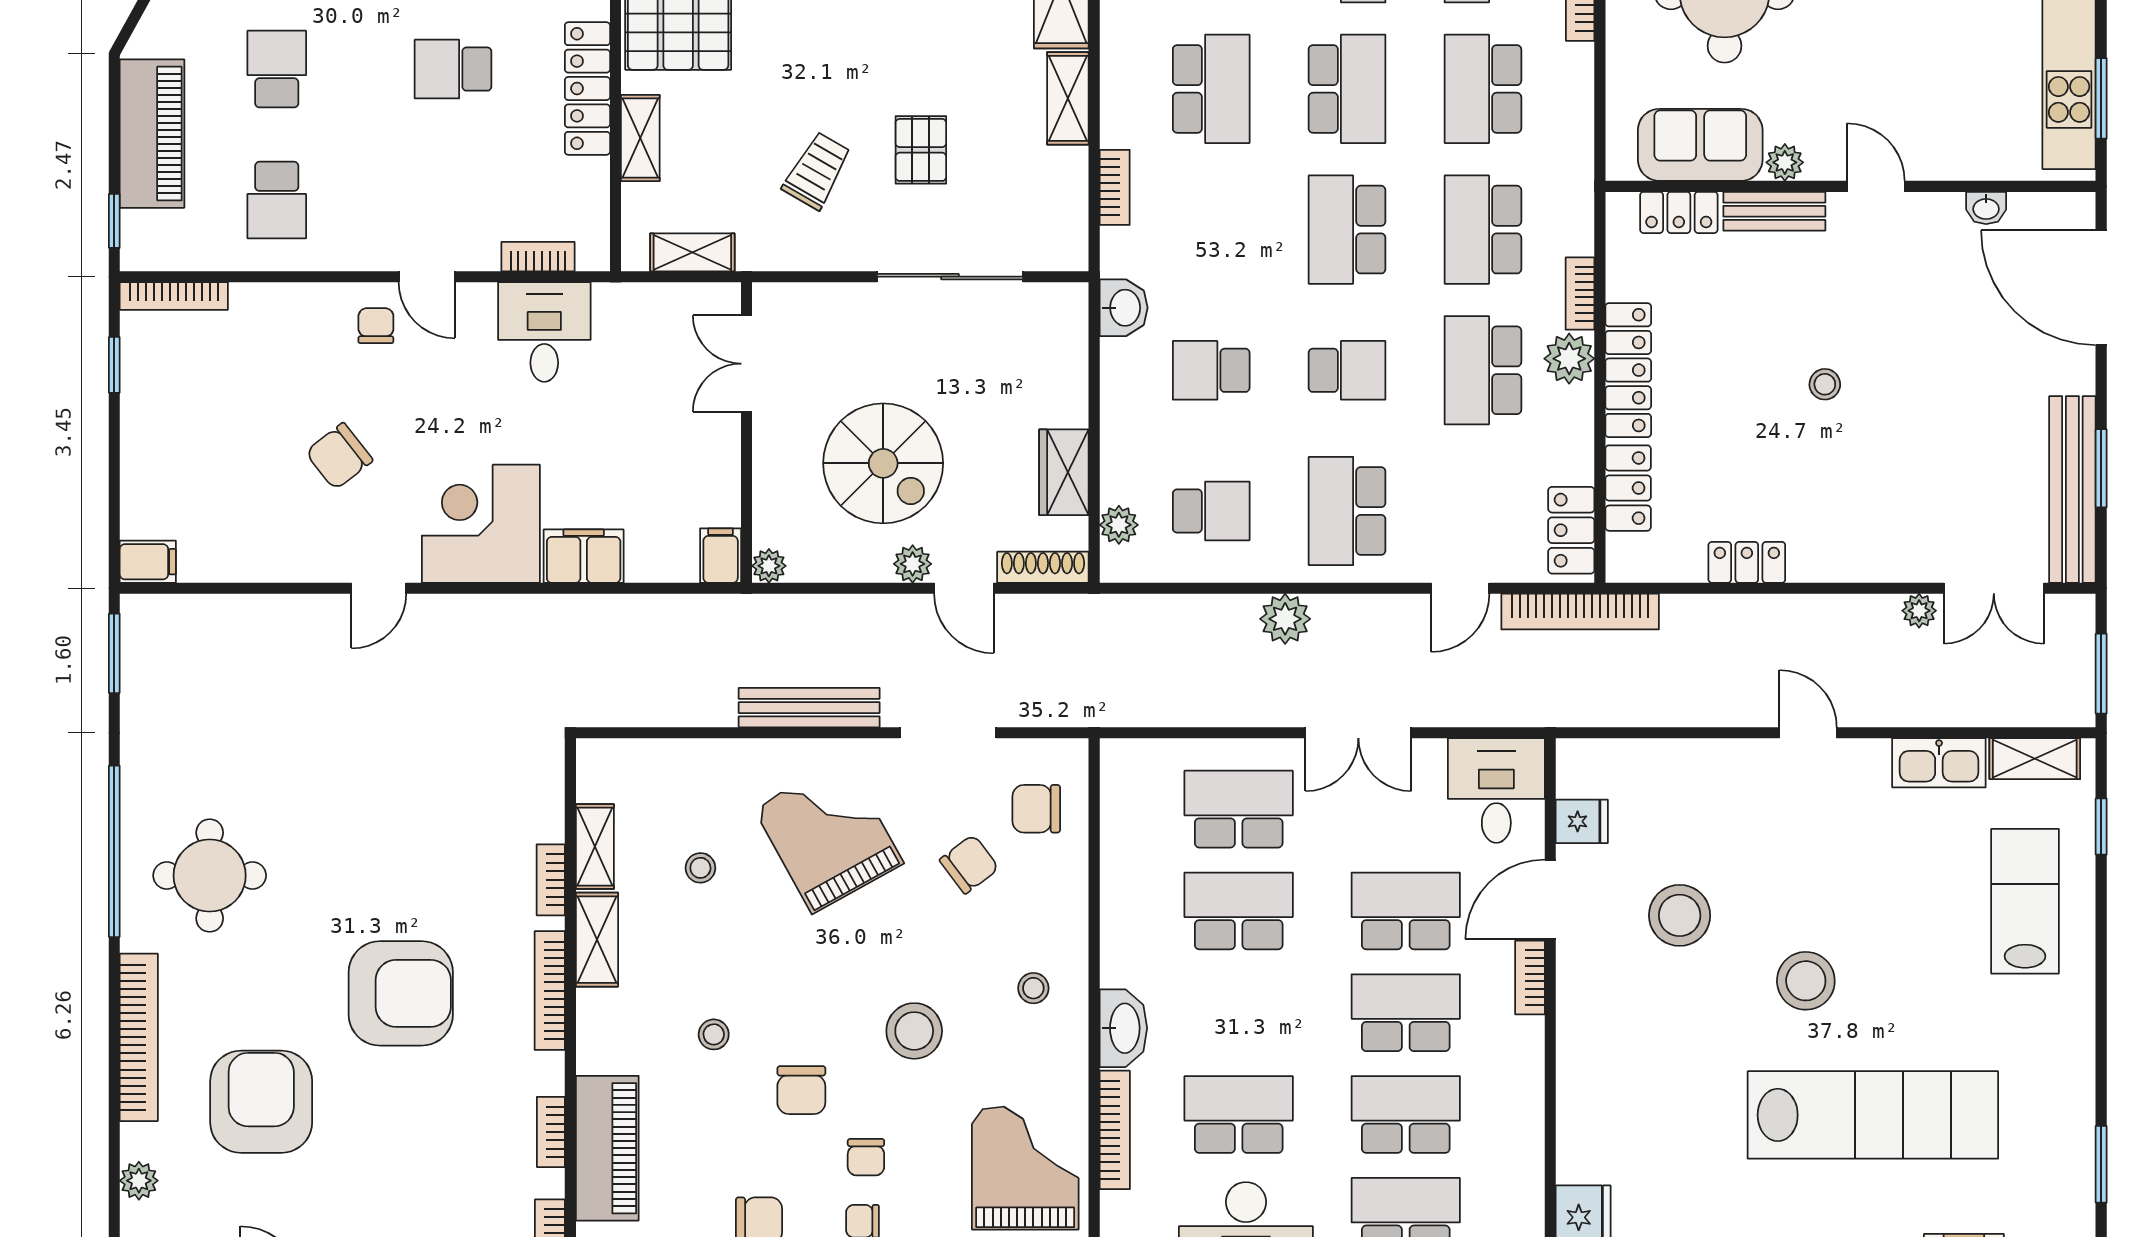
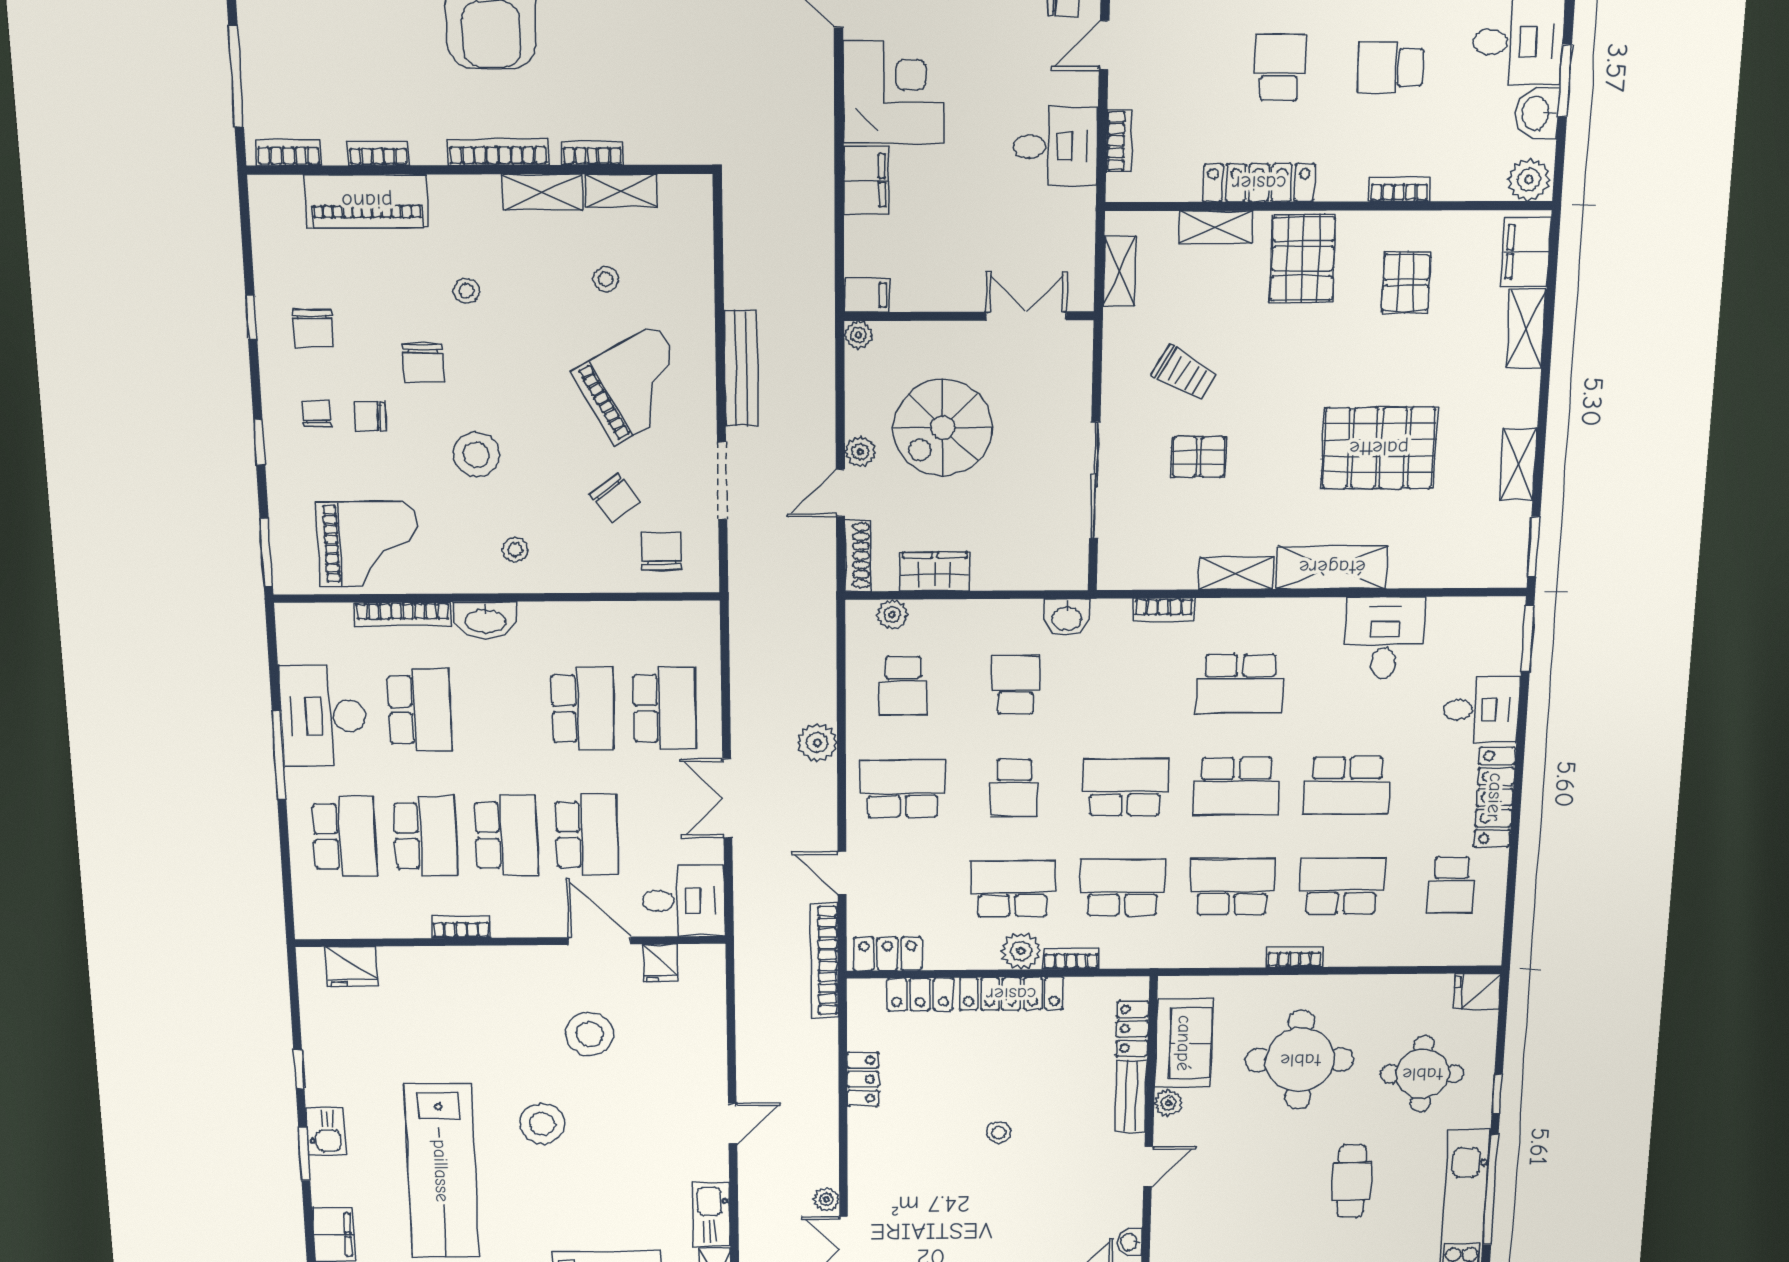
bookcase: (1530, 977) -> (461, 927), moved
chair: (801, 1090) -> (423, 363), turned -90

